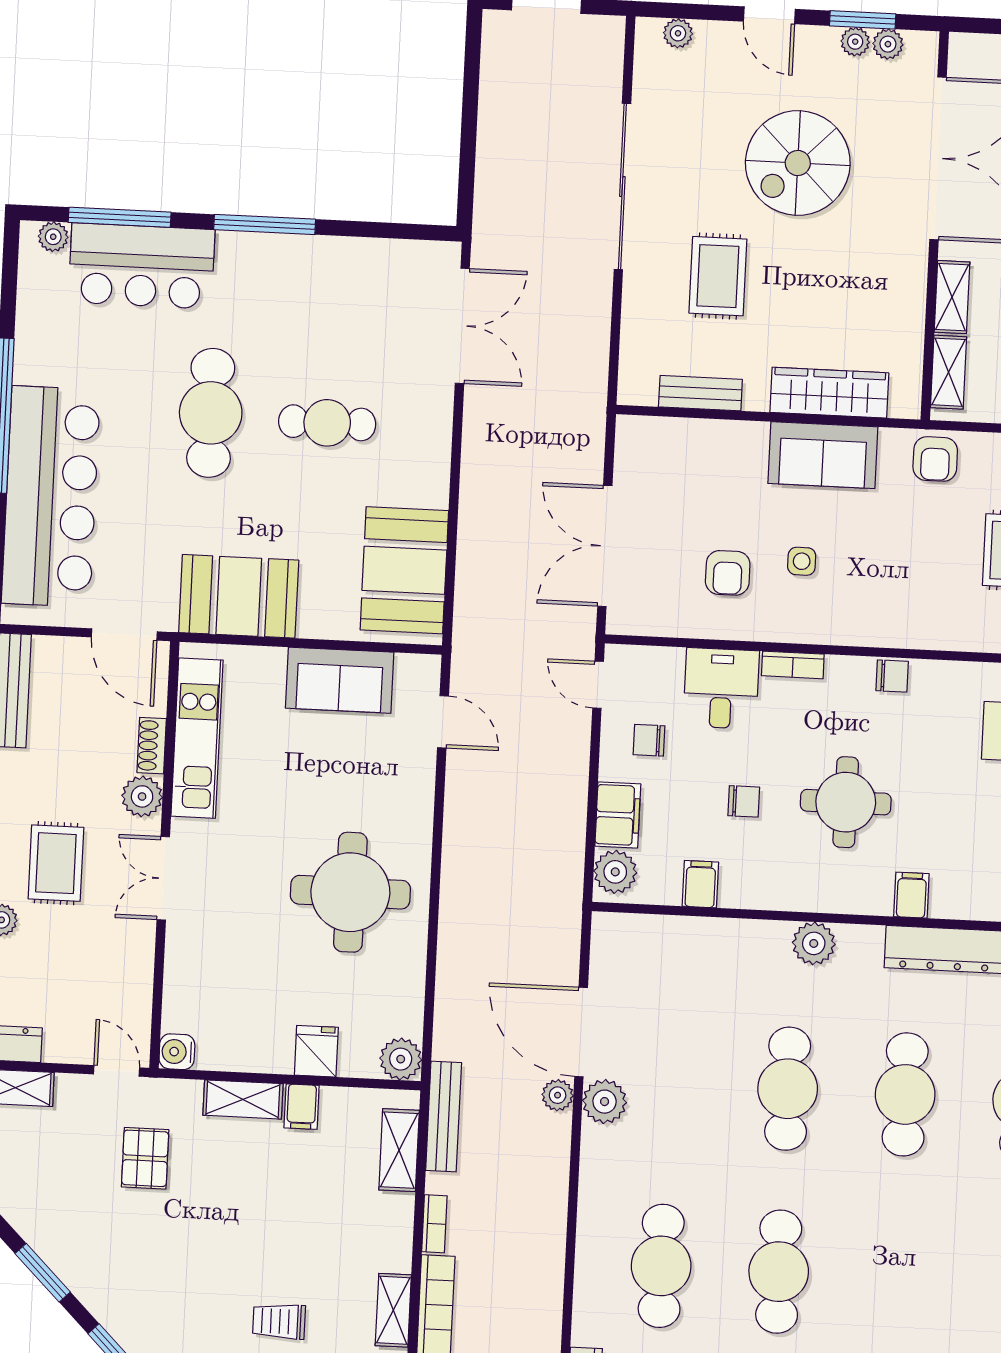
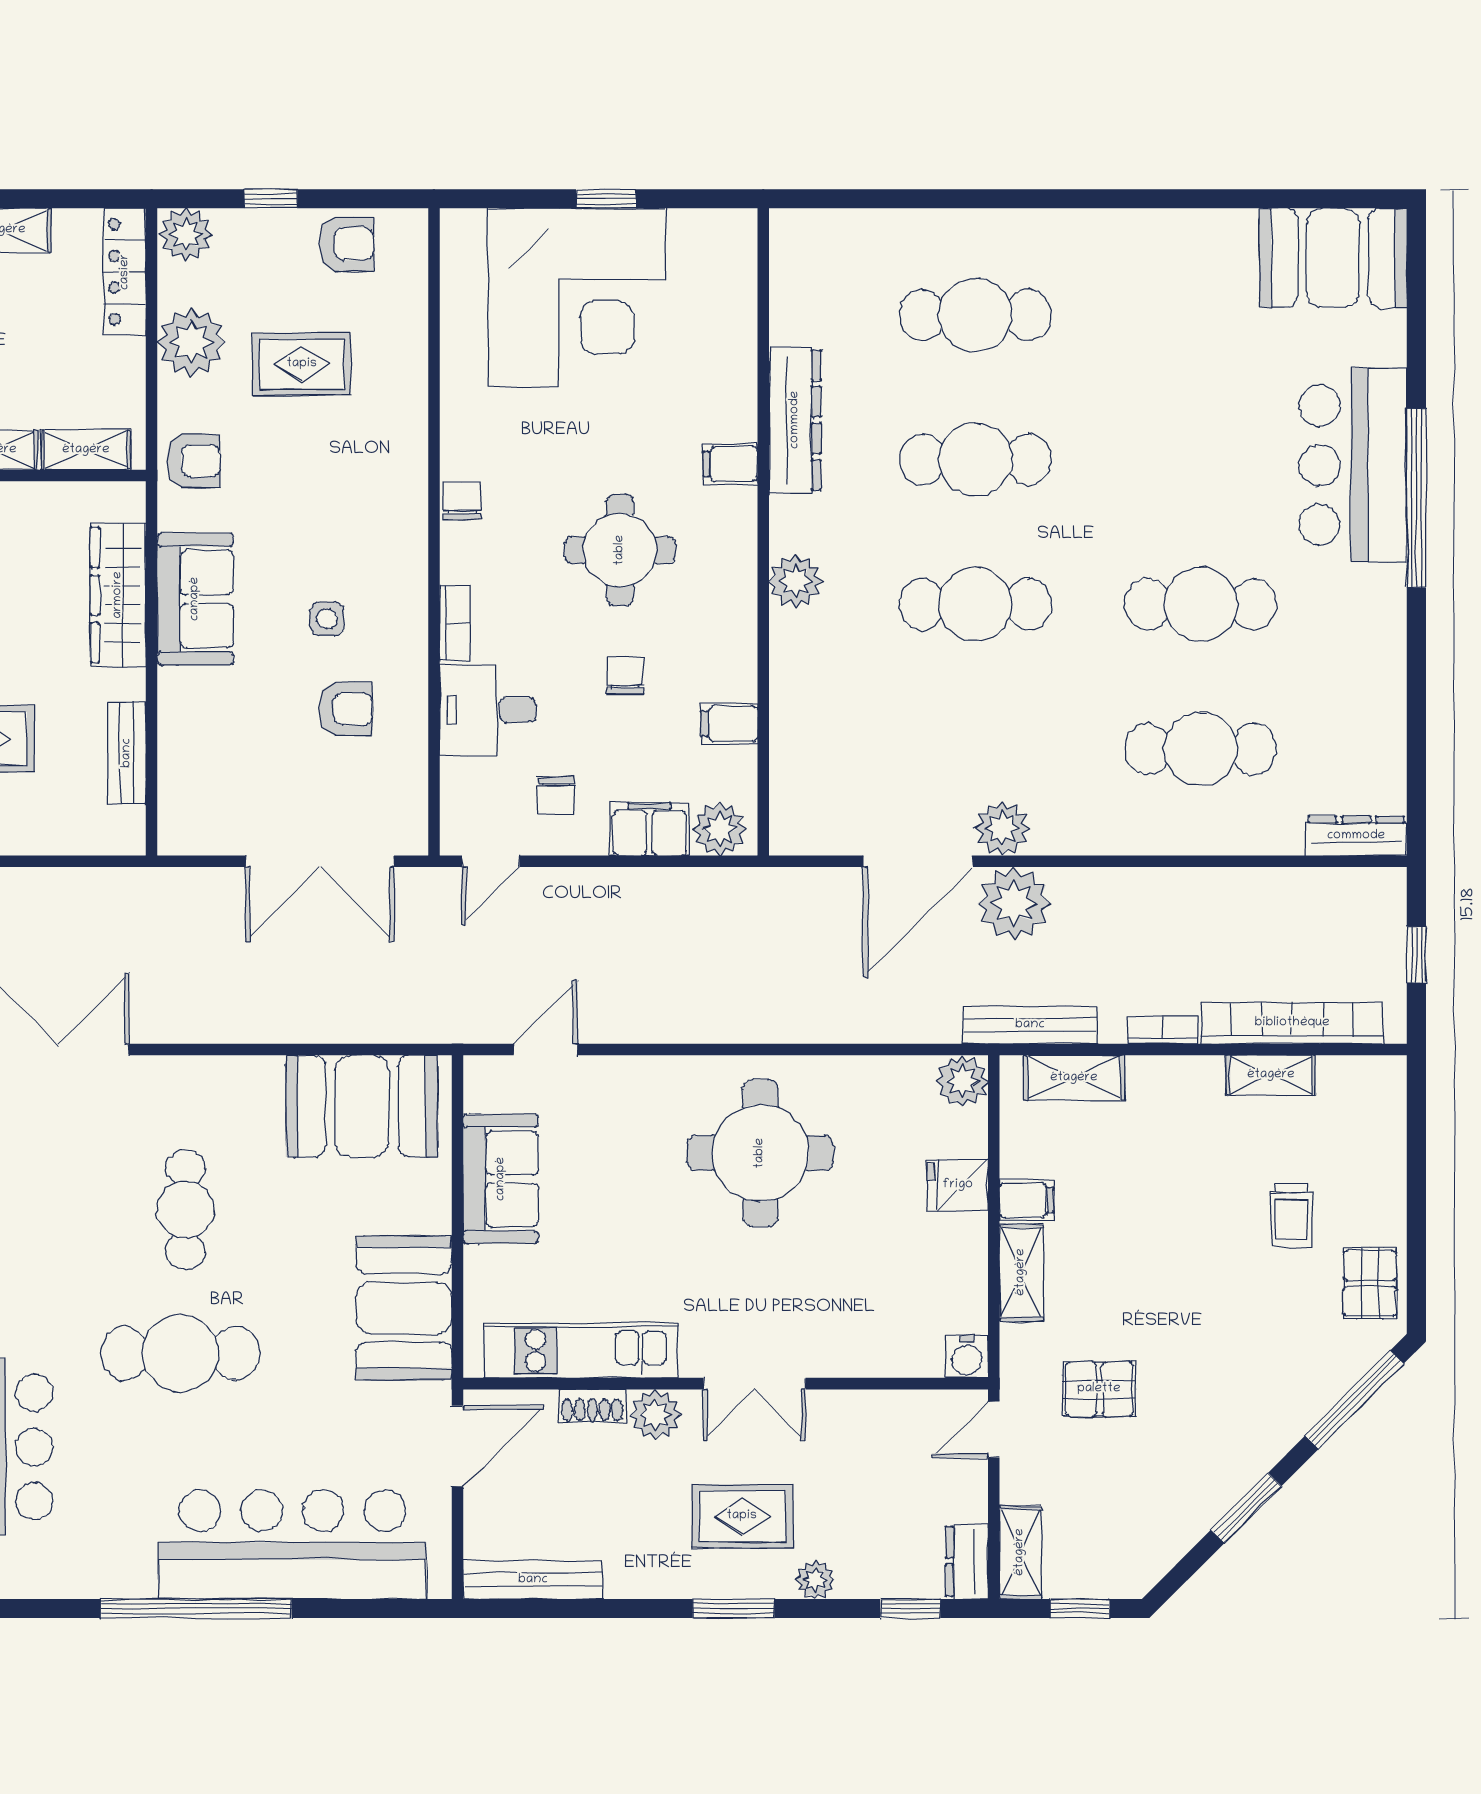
plant: (558, 1095) -> (1014, 903), width x1.87, depth x1.87

